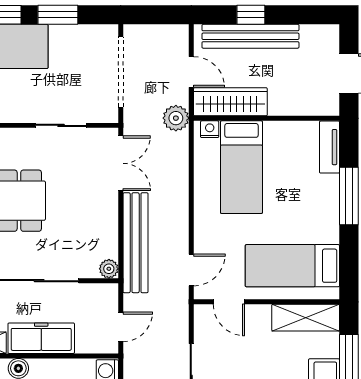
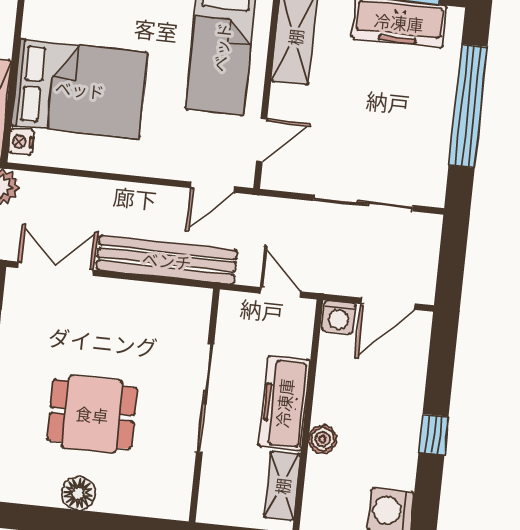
bed: (241, 167) -> (80, 89), width x1.50
plant: (109, 269) -> (199, 300), removed
door: (191, 270) -> (212, 187), swing flipped

